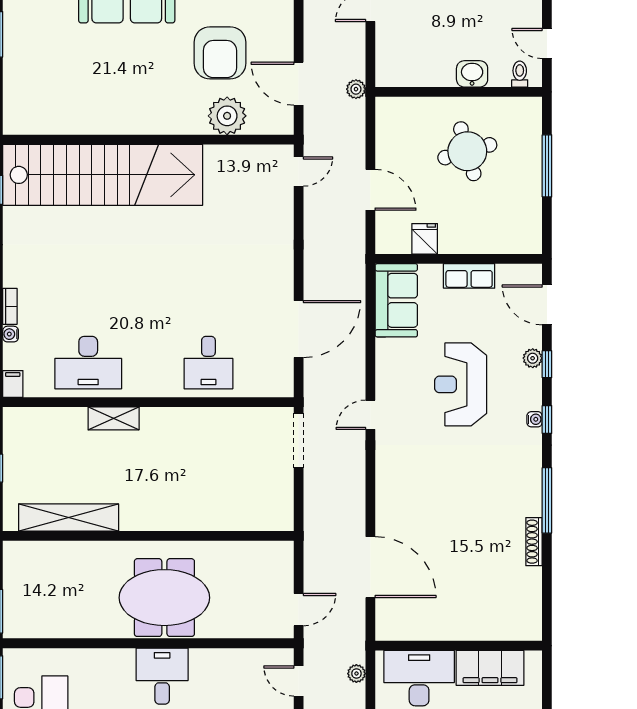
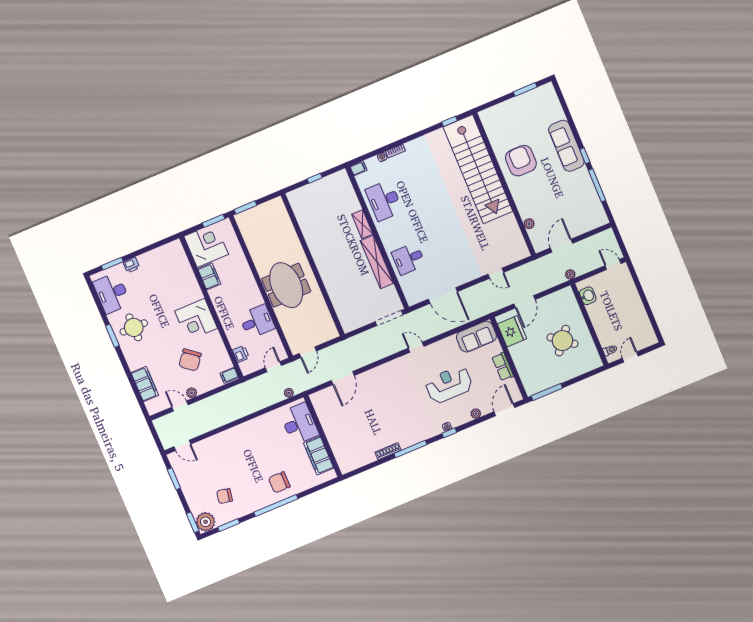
armchair: (220, 53) -> (521, 161), moved, turned 90
washbasin: (472, 74) -> (588, 296), moved
plant: (227, 116) -> (529, 224), width x0.53, depth x0.53
round table: (467, 151) -> (562, 341), turned -36
window: (547, 166) -> (547, 392), moved
door: (299, 172) -> (496, 273), moved
fridge: (425, 239) -> (512, 331), width x1.88, depth x1.34
window: (547, 364) -> (476, 422), removed
shelving: (69, 517) -> (377, 262), moved
door: (370, 567) -> (343, 378), width x0.73
door: (299, 610) -> (308, 352), hinge flipped
desk: (162, 676) -> (257, 321), moved

